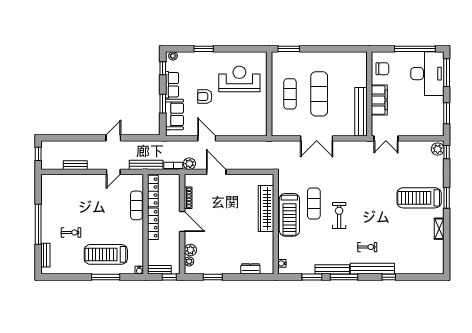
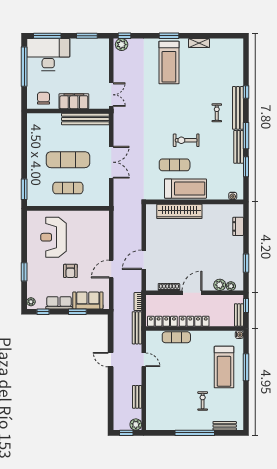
plant: (189, 164) -> (136, 424), moved

